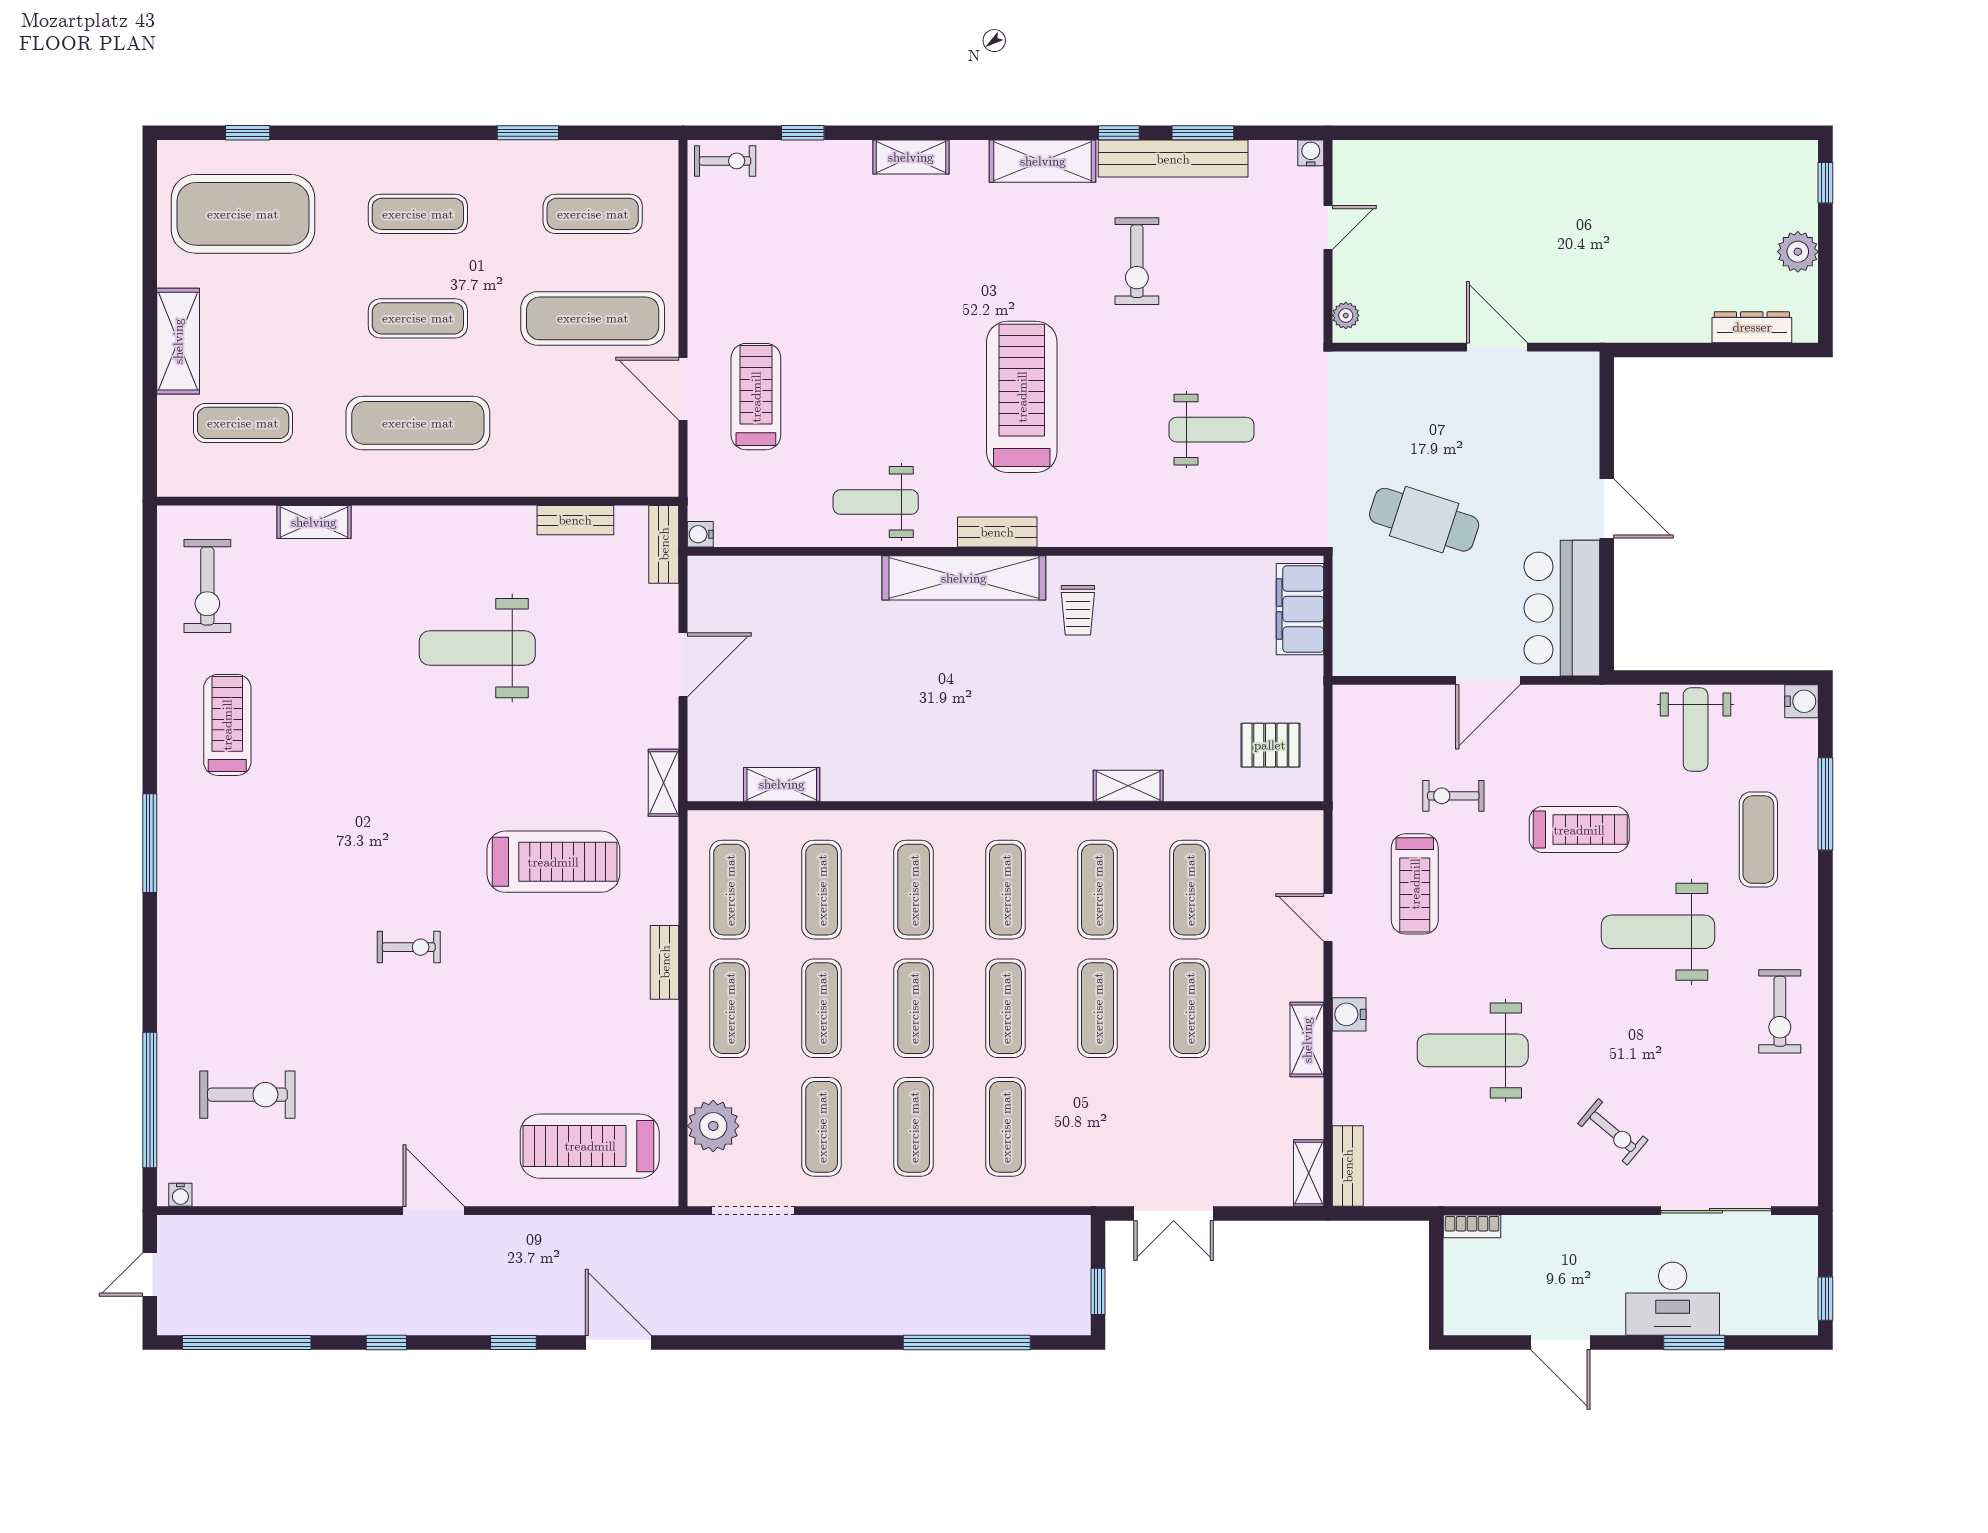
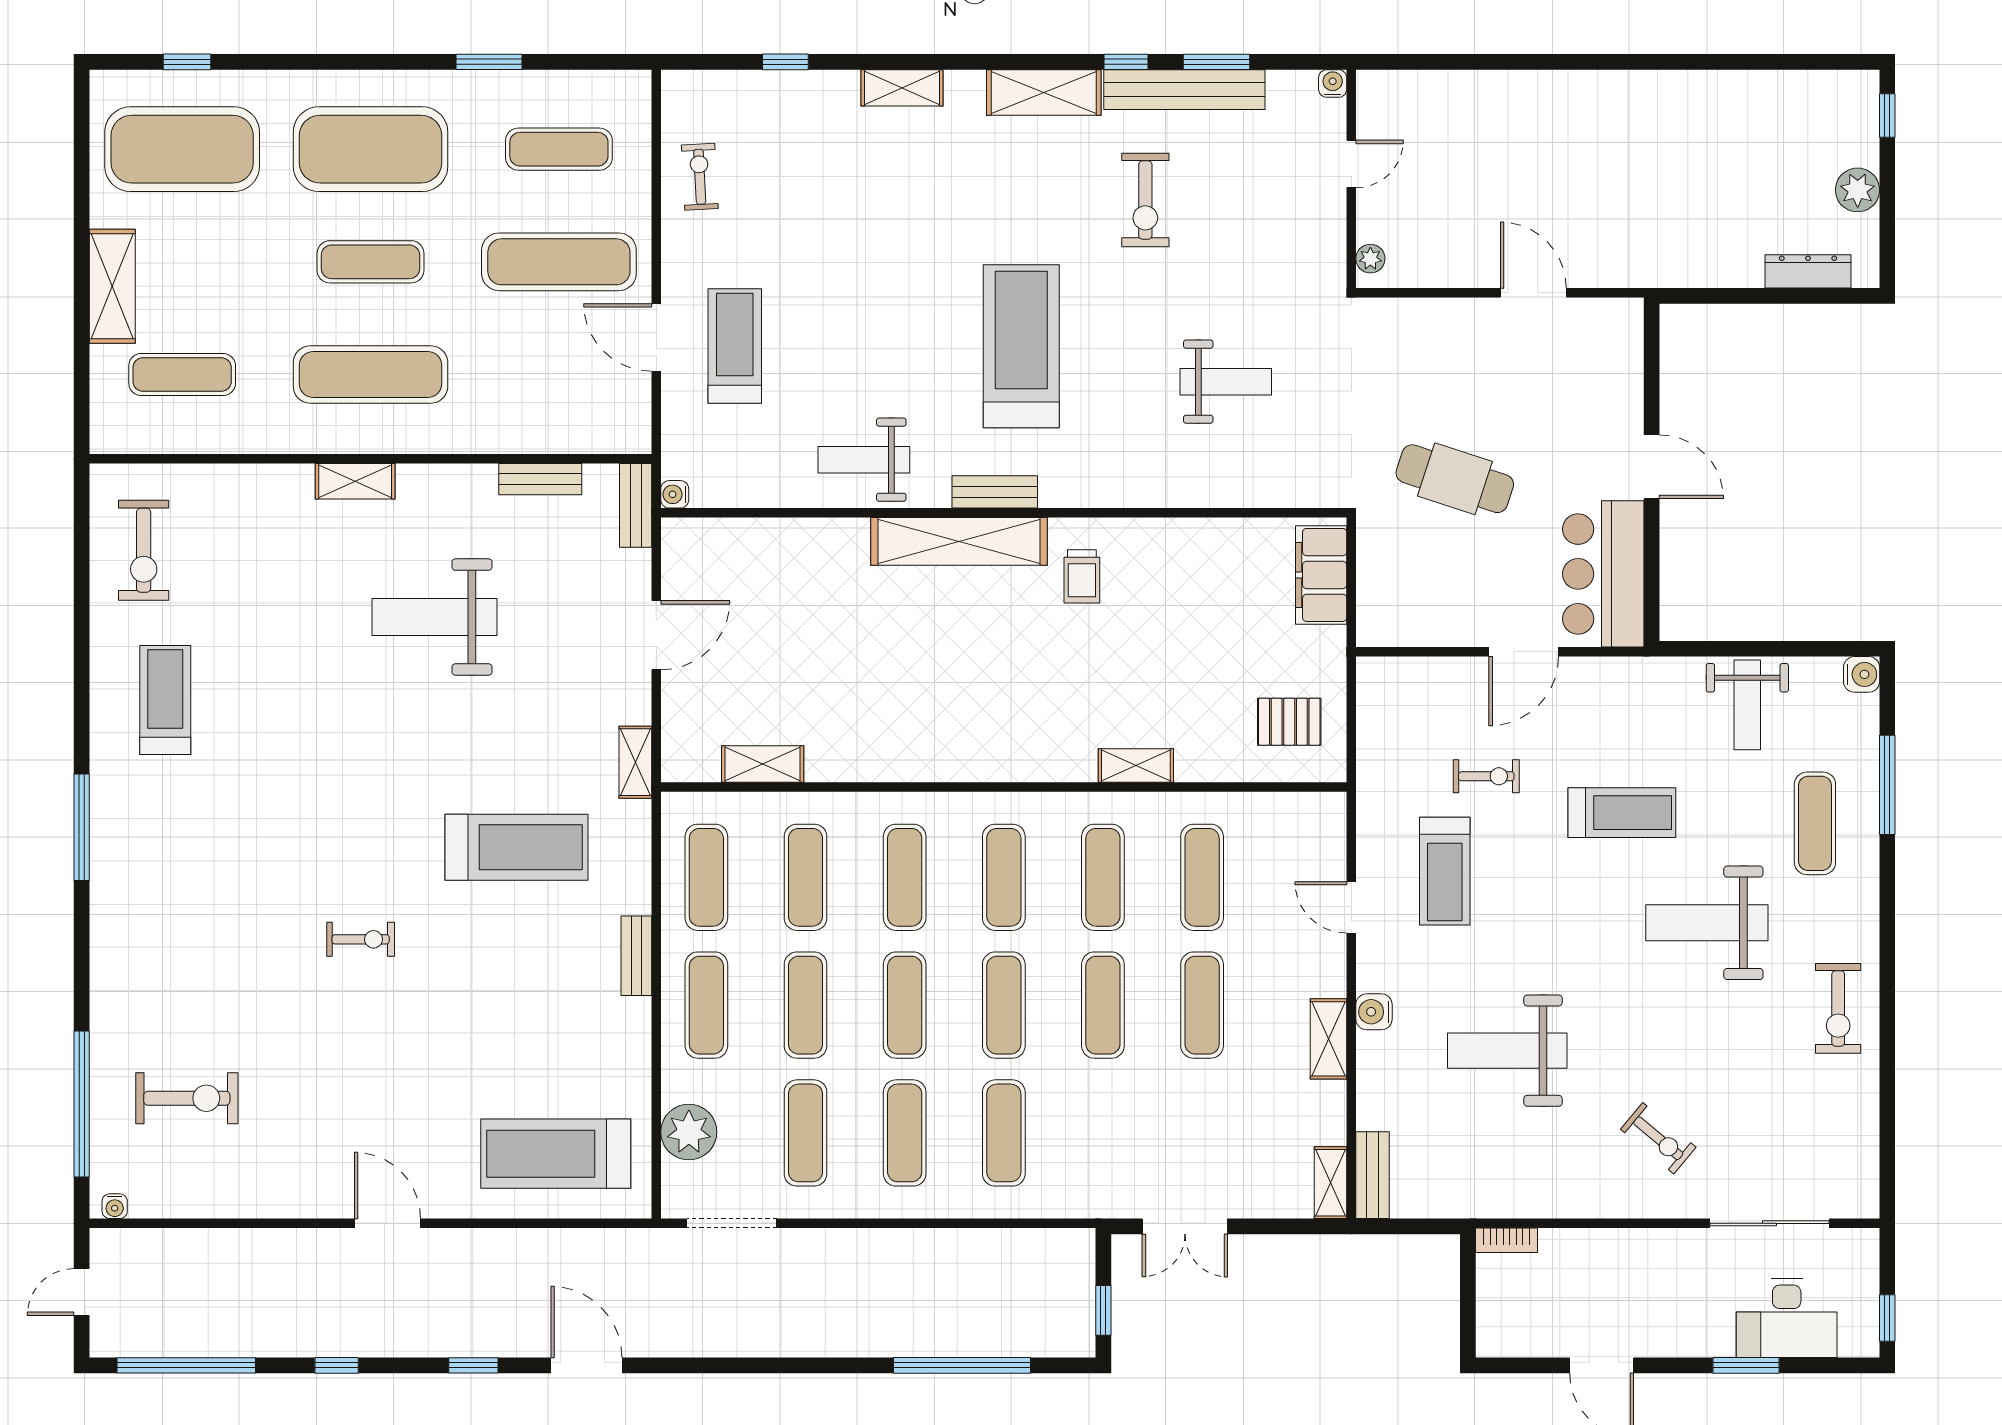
exercise bike: (725, 161) -> (700, 177), moved, turned -93
exercise mat: (418, 214) -> (371, 149), width x2.00, depth x1.45
shelving: (314, 522) -> (355, 481), moved
exercise bike: (1453, 796) -> (1486, 776), turned 180
desk: (1673, 1299) -> (1787, 1318), moved

